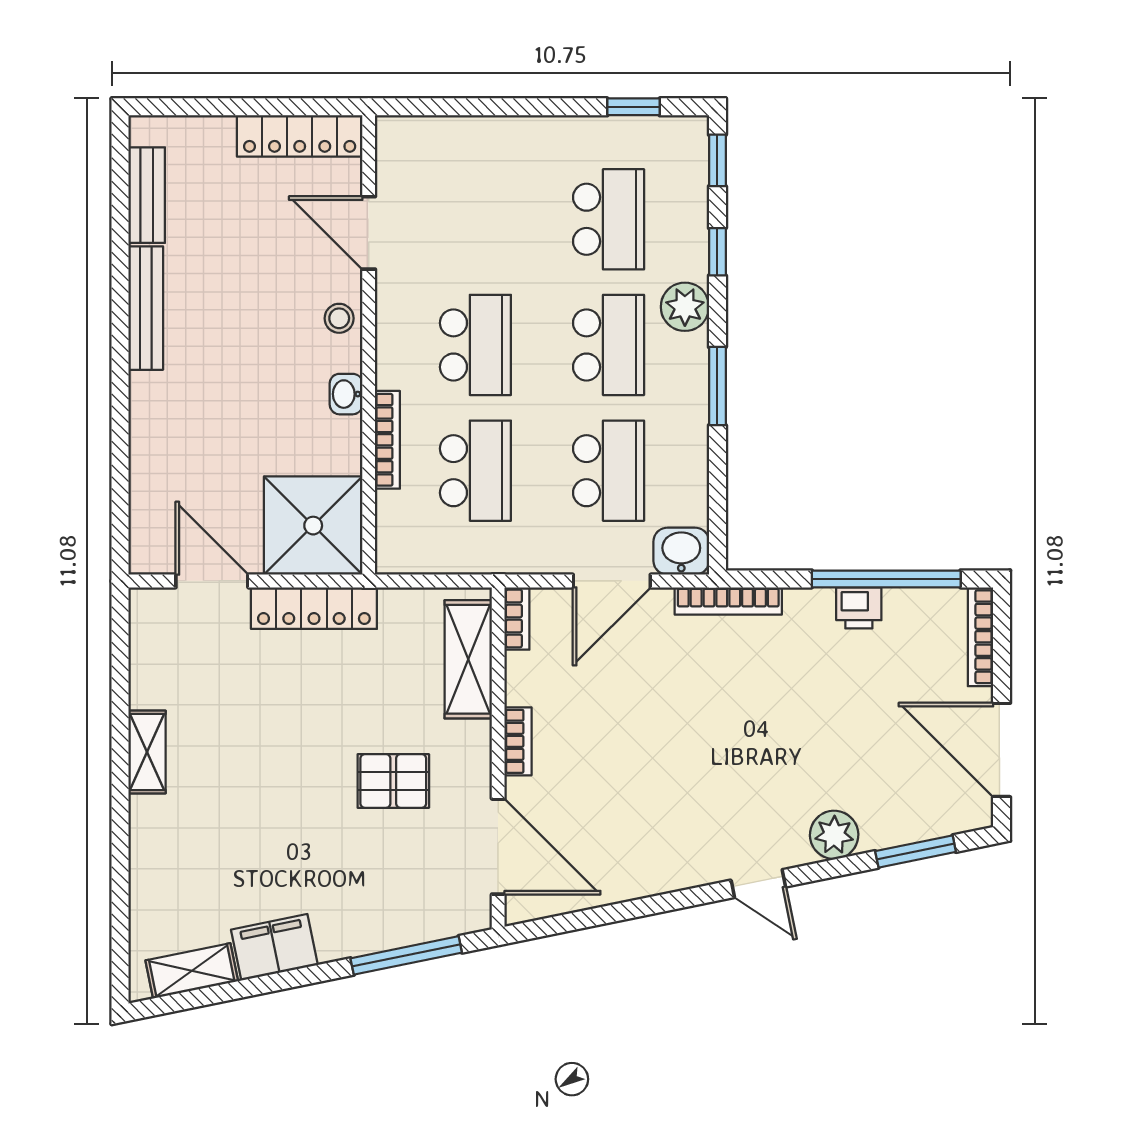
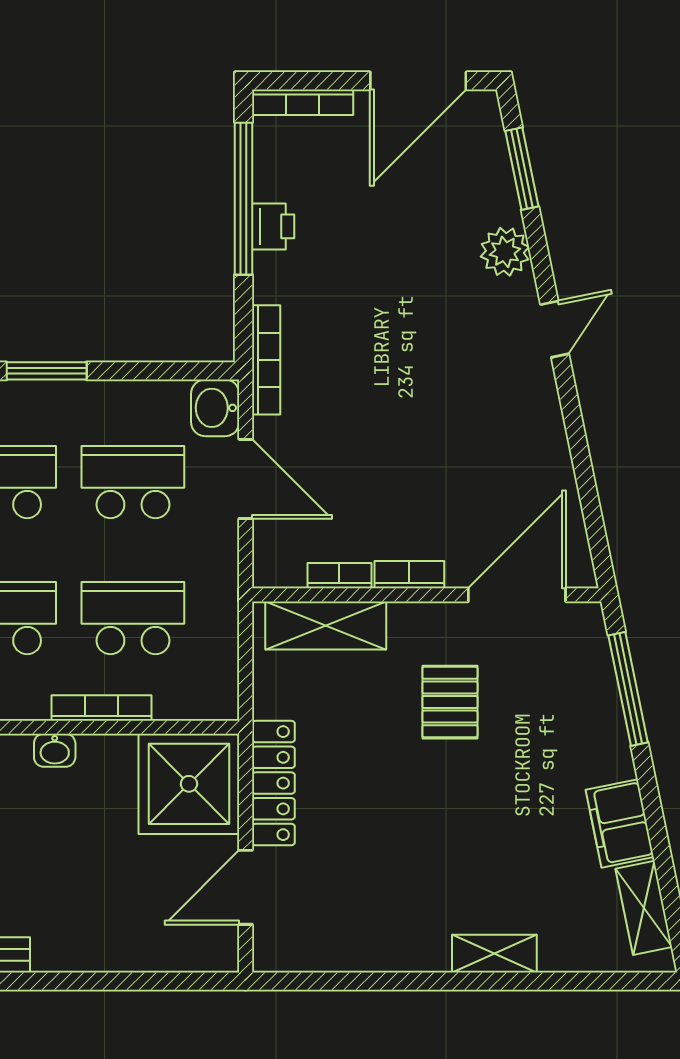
bookcase: (517, 618) -> (339, 576), moved
shelving: (147, 752) -> (494, 954), moved

